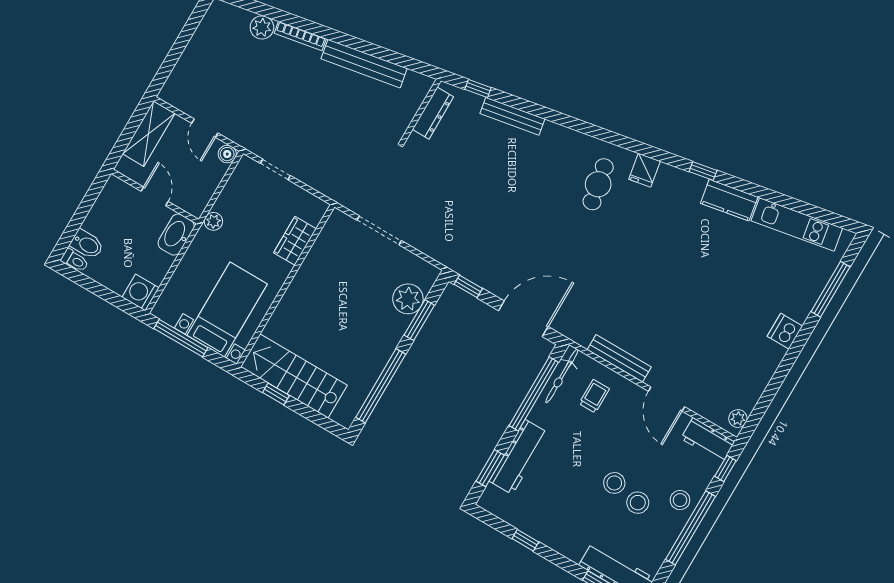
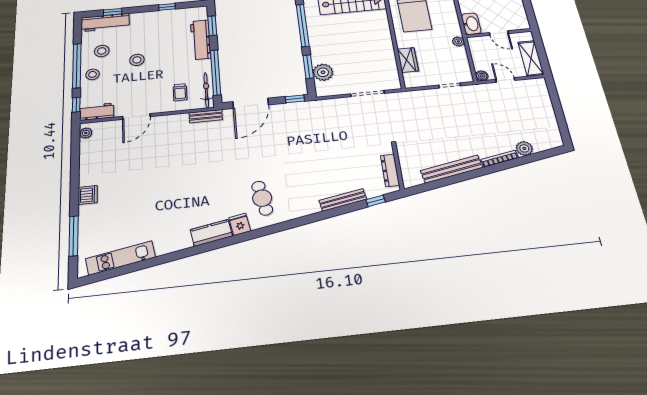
window: (703, 171) -> (203, 248), removed
kitchen counter: (729, 200) -> (211, 233), moved
bench: (619, 358) -> (206, 116), moved, width x0.73
door: (666, 399) -> (136, 116), swing flipped
stool: (638, 503) -> (102, 51), moved

